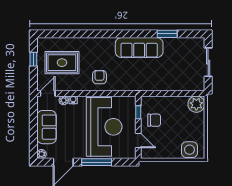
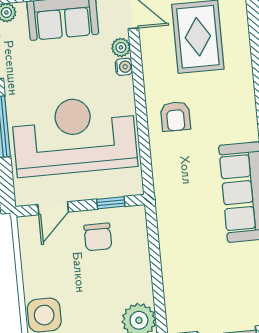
armchair: (99, 77) -> (175, 116), turned 90
reception desk: (104, 127) -> (74, 136), turned 180

